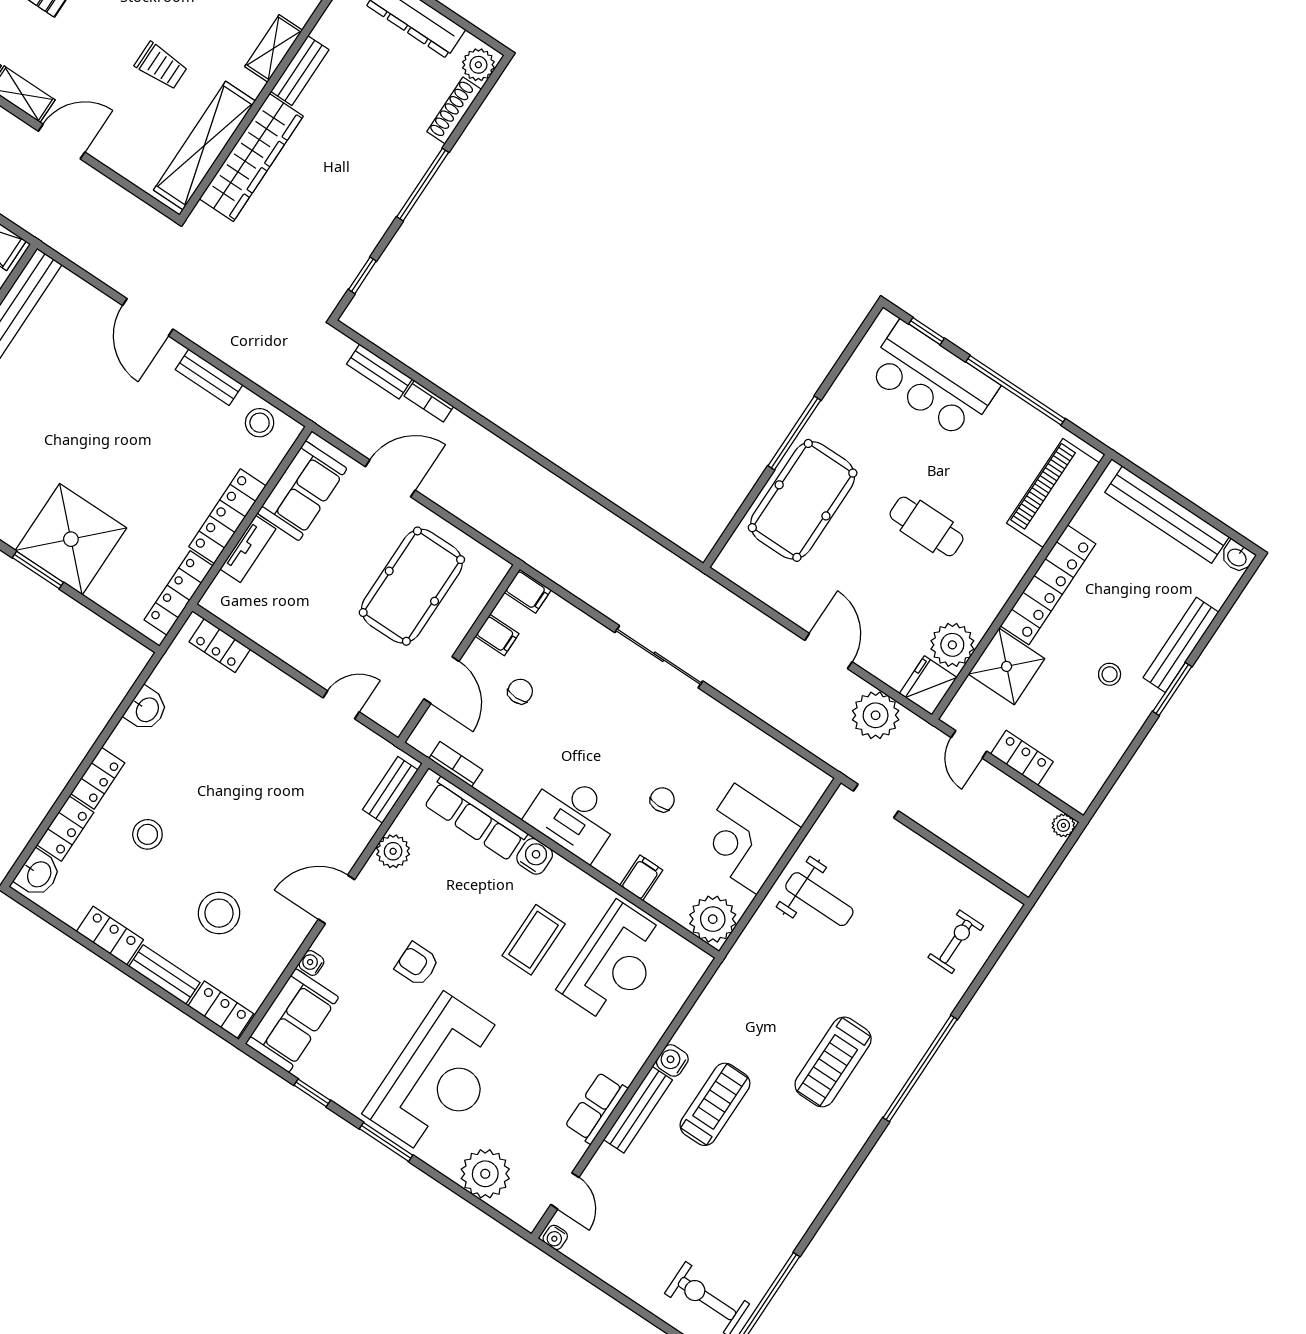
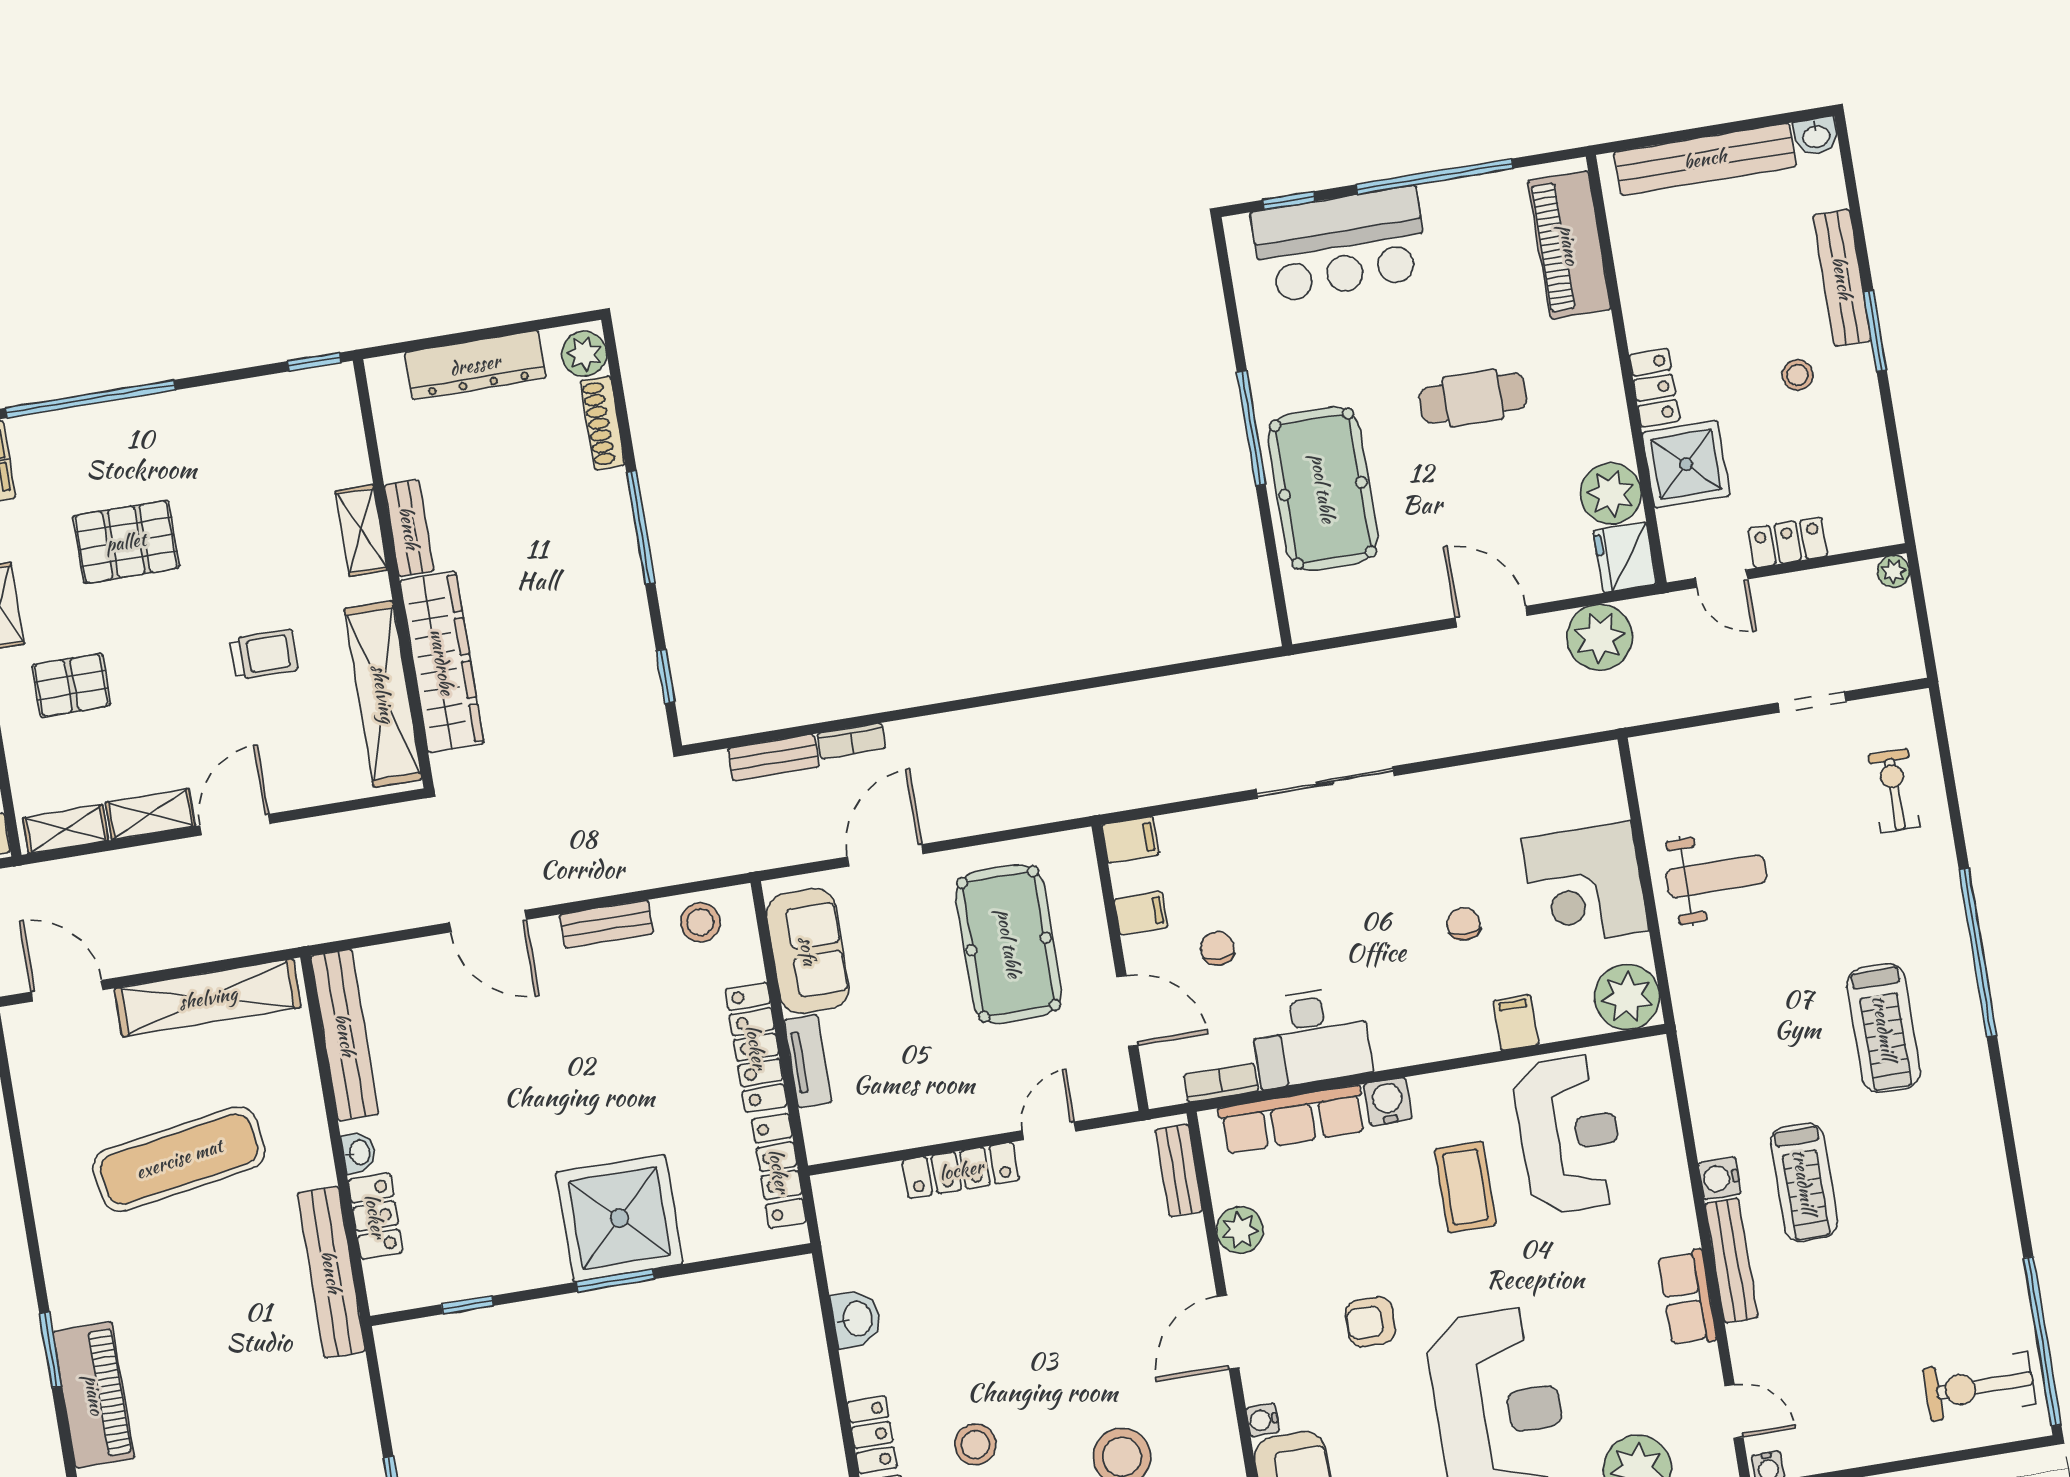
locker: (1048, 585) -> (1654, 388), width x0.46, depth x0.83
locker: (220, 646) -> (961, 1170), moved, width x1.53
doorway: (876, 801) -> (1812, 702), moved
desk: (573, 816) -> (1311, 1037), moved
treadmill: (715, 1104) -> (1804, 1182), turned 180

